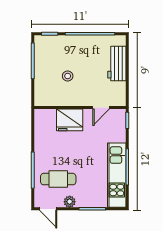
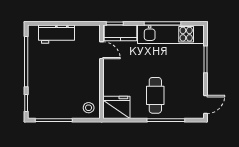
stool: (68, 76) -> (89, 108), moved
fridge: (70, 120) -> (116, 107), moved, turned -90
kitchen counter: (118, 126) -> (121, 33), added
cafe table: (58, 179) -> (155, 95), moved
plant: (70, 202) -> (198, 83), removed

